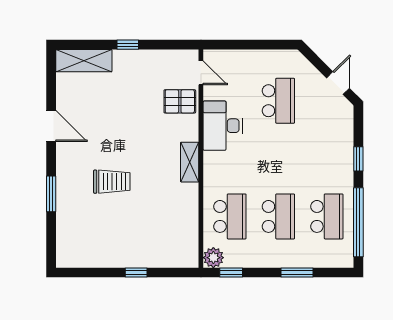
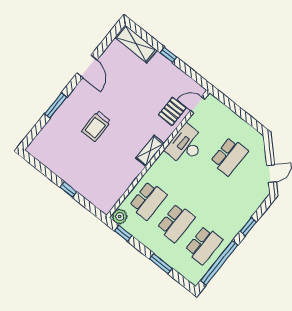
door: (201, 73) -> (197, 105), swing flipped
pallet: (180, 101) -> (172, 111), turned 90
trolley: (112, 182) -> (96, 126), turned 90

